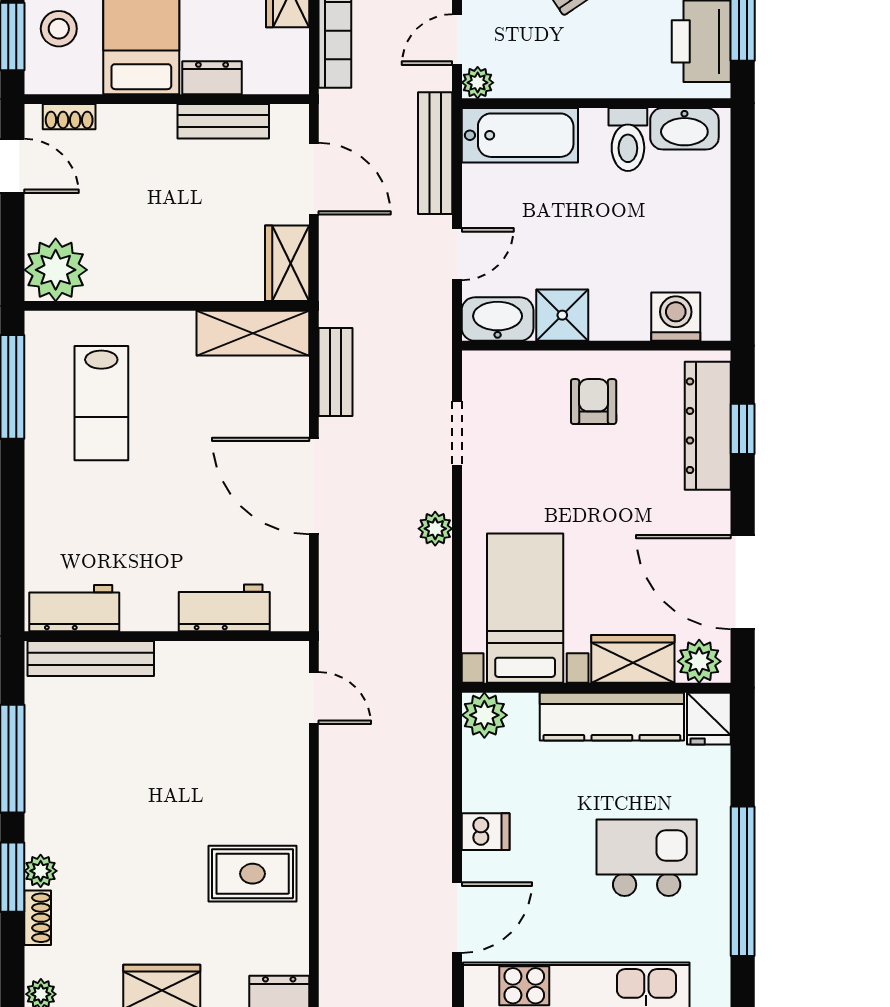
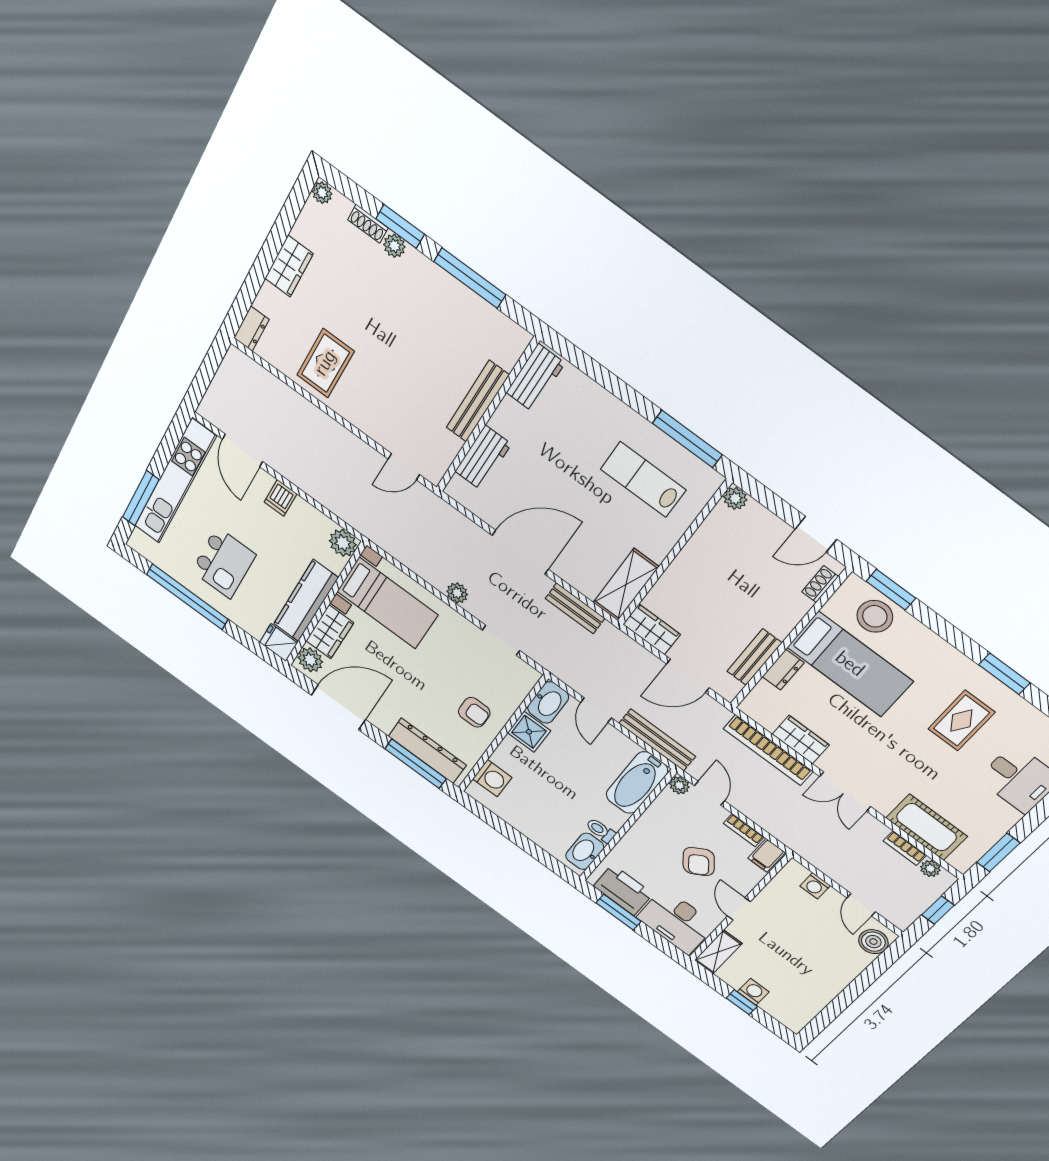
stool: (59, 29) -> (875, 616), width x1.38, depth x1.38
toilet: (628, 139) -> (601, 830), width x0.73, depth x0.72
plant: (56, 270) -> (735, 498), width x0.53, depth x0.53
window: (743, 429) -> (415, 764), width x2.17
bench: (91, 659) -> (478, 401), moved

